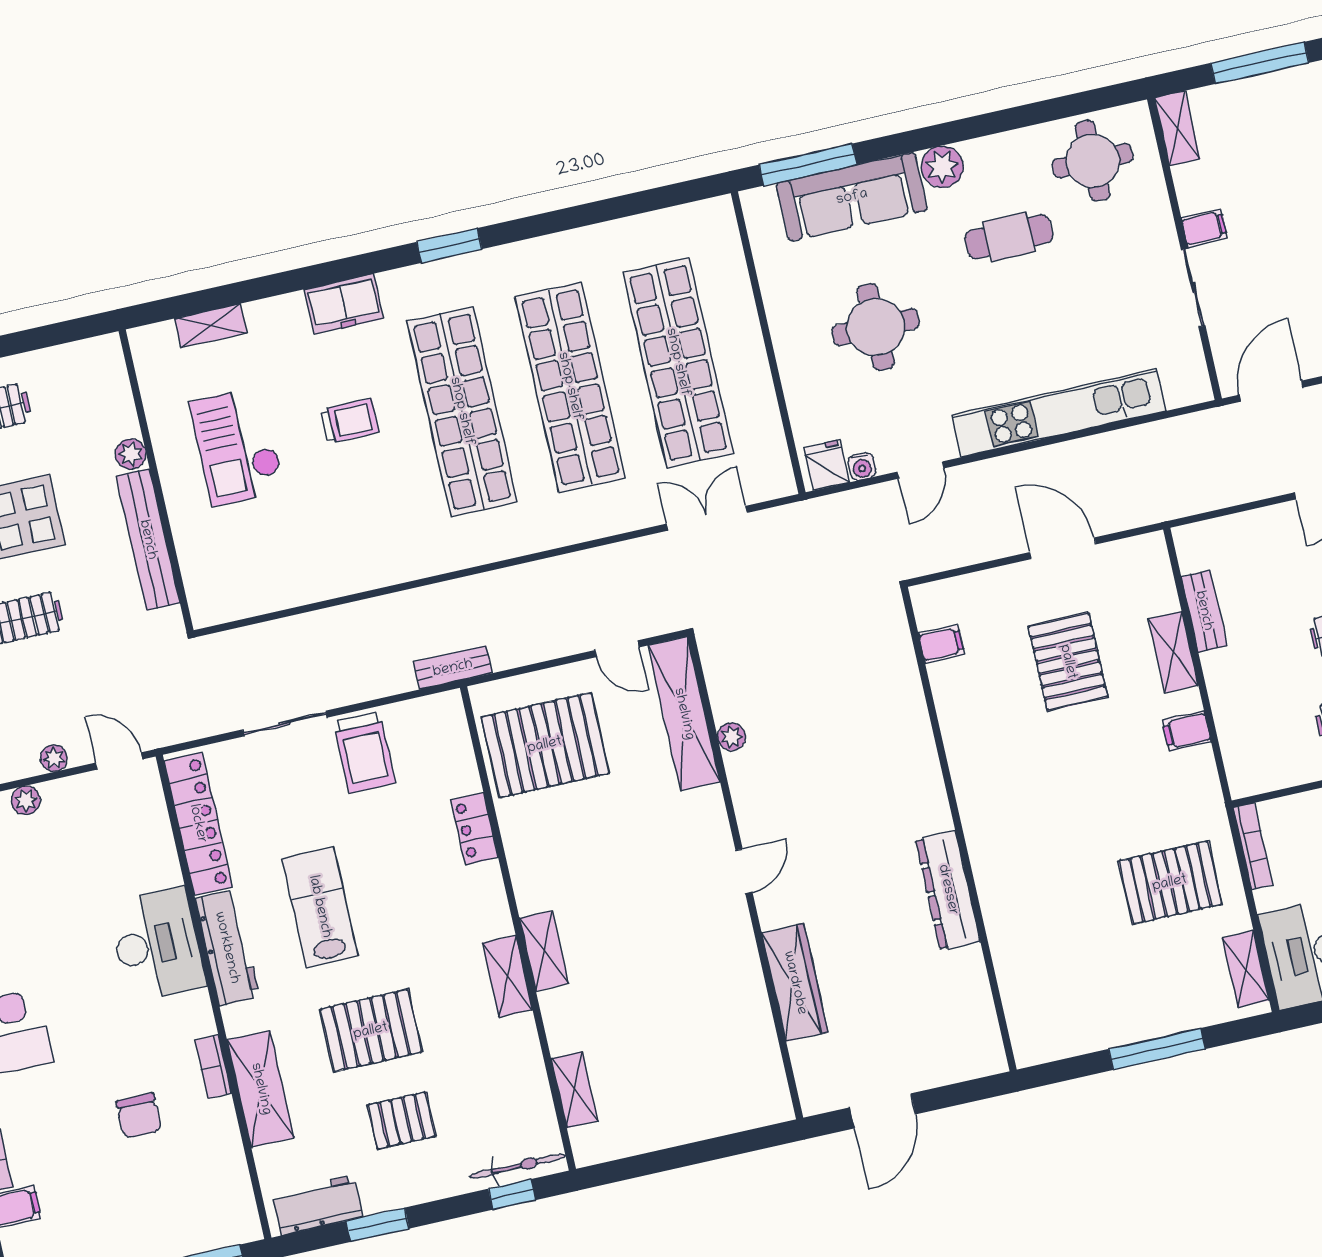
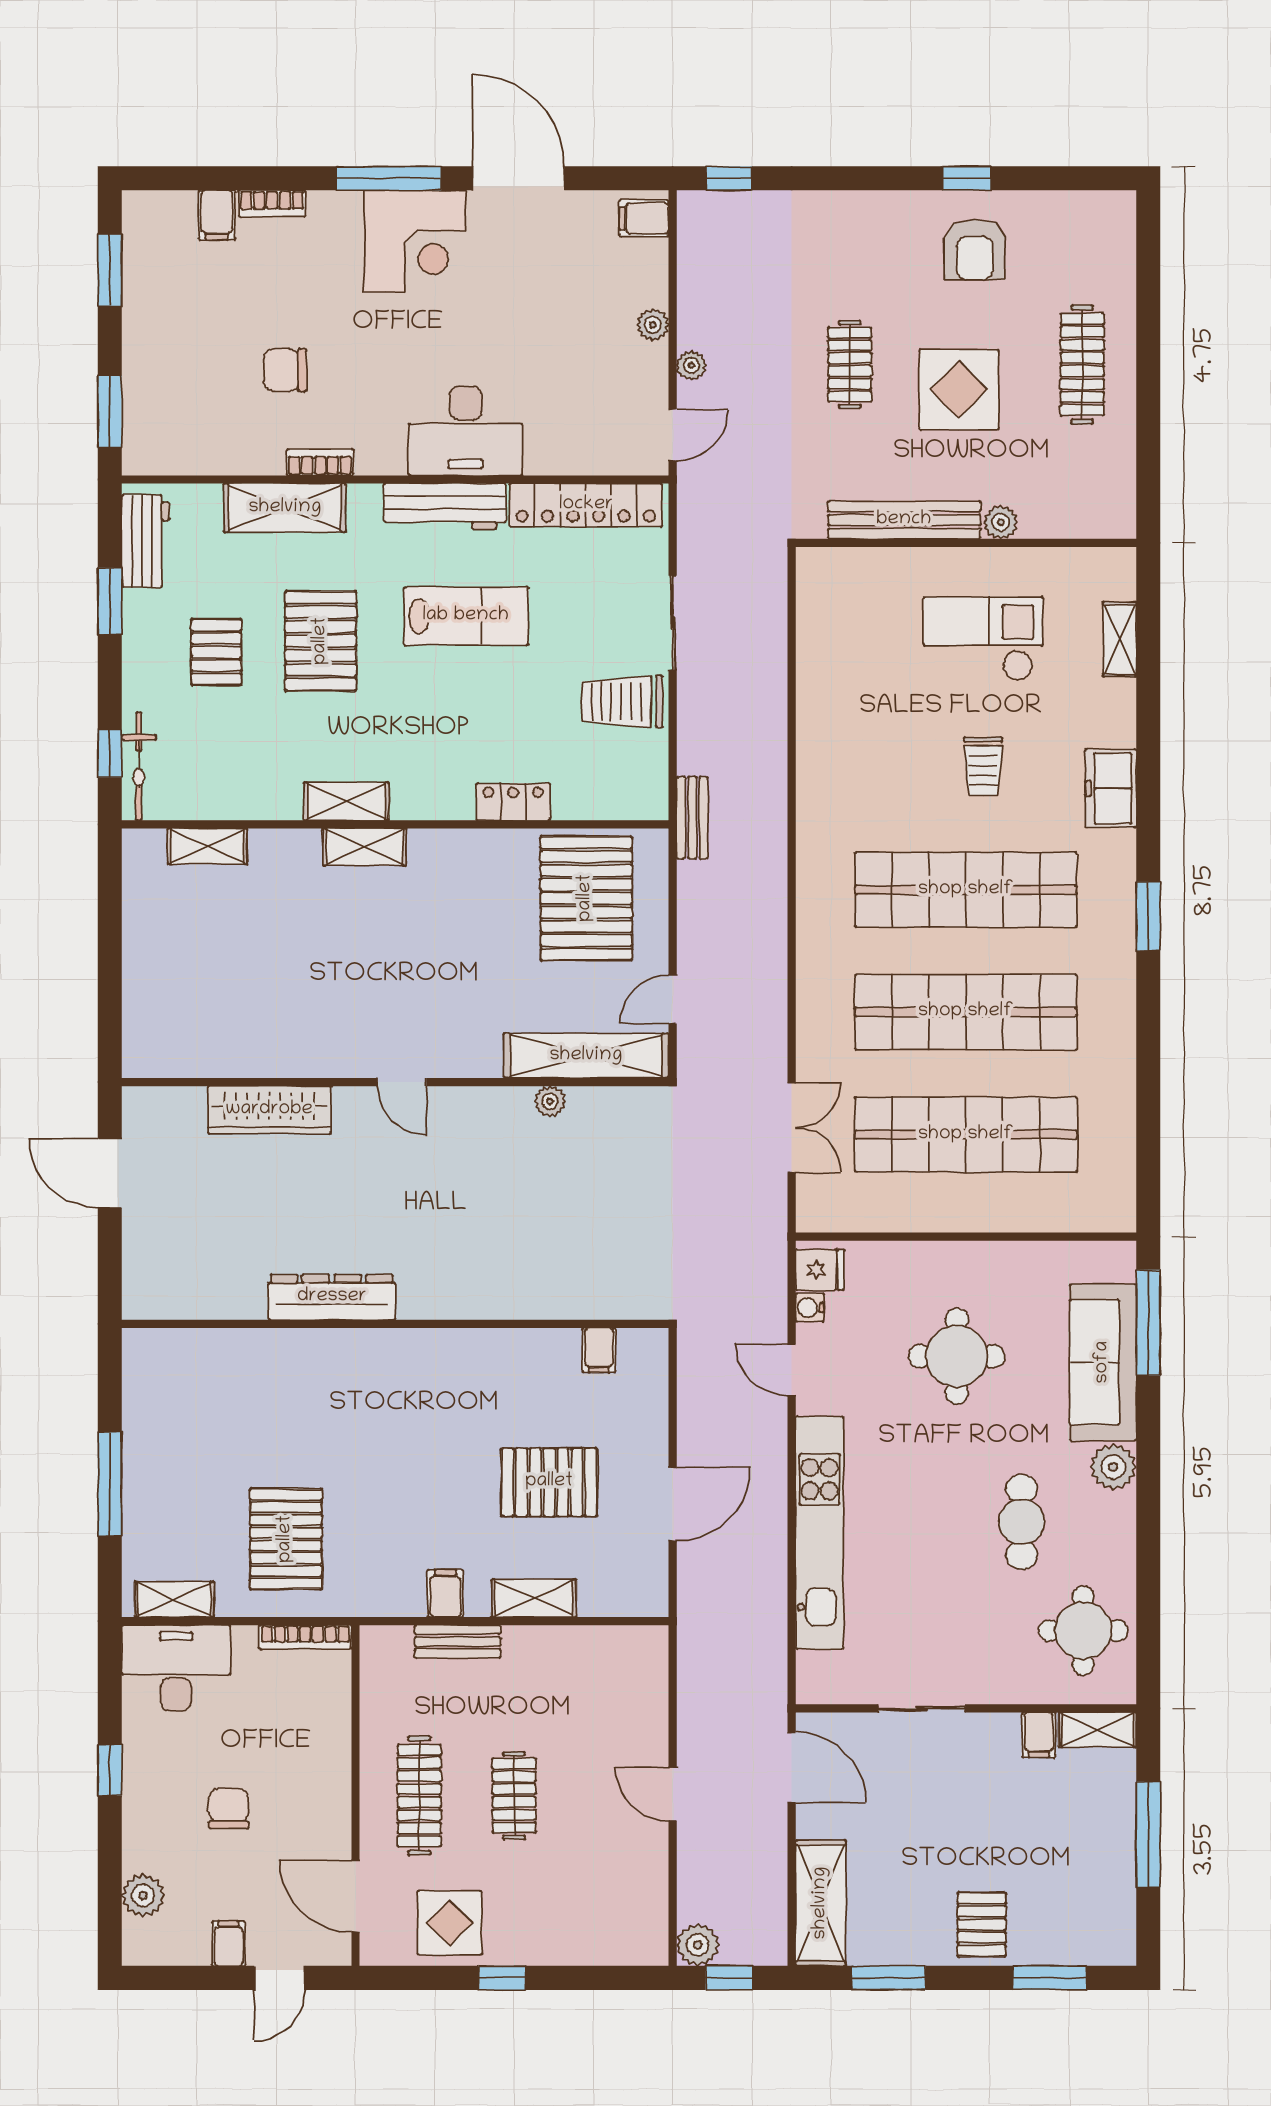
filing cabinet: (1204, 228) -> (1039, 1735), moved
bench: (1204, 611) -> (458, 1642), moved

